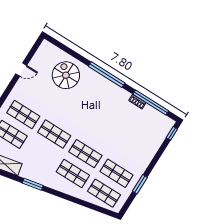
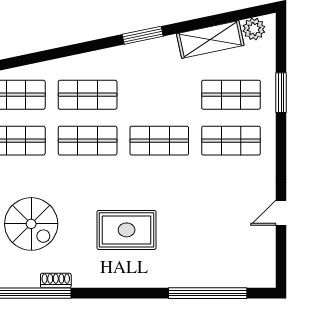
spiral stairs: (66, 75) -> (31, 224), moved
window: (107, 75) -> (208, 293), moved
rug: (93, 104) -> (127, 230), added

